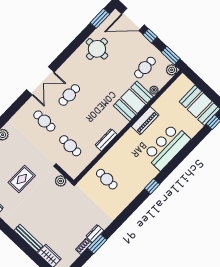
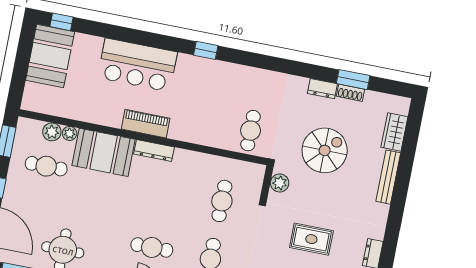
plant: (172, 70) -> (52, 132), moved
piano: (145, 121) -> (146, 124), moved
dresser: (106, 140) -> (154, 151), moved
cafe table: (107, 179) -> (251, 131), moved
spiral stairs: (63, 214) -> (325, 150), added
window: (97, 244) -> (353, 80), moved

